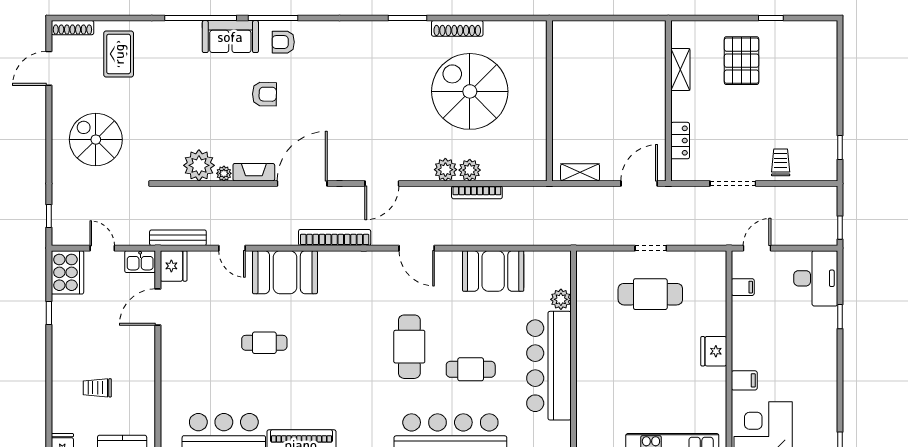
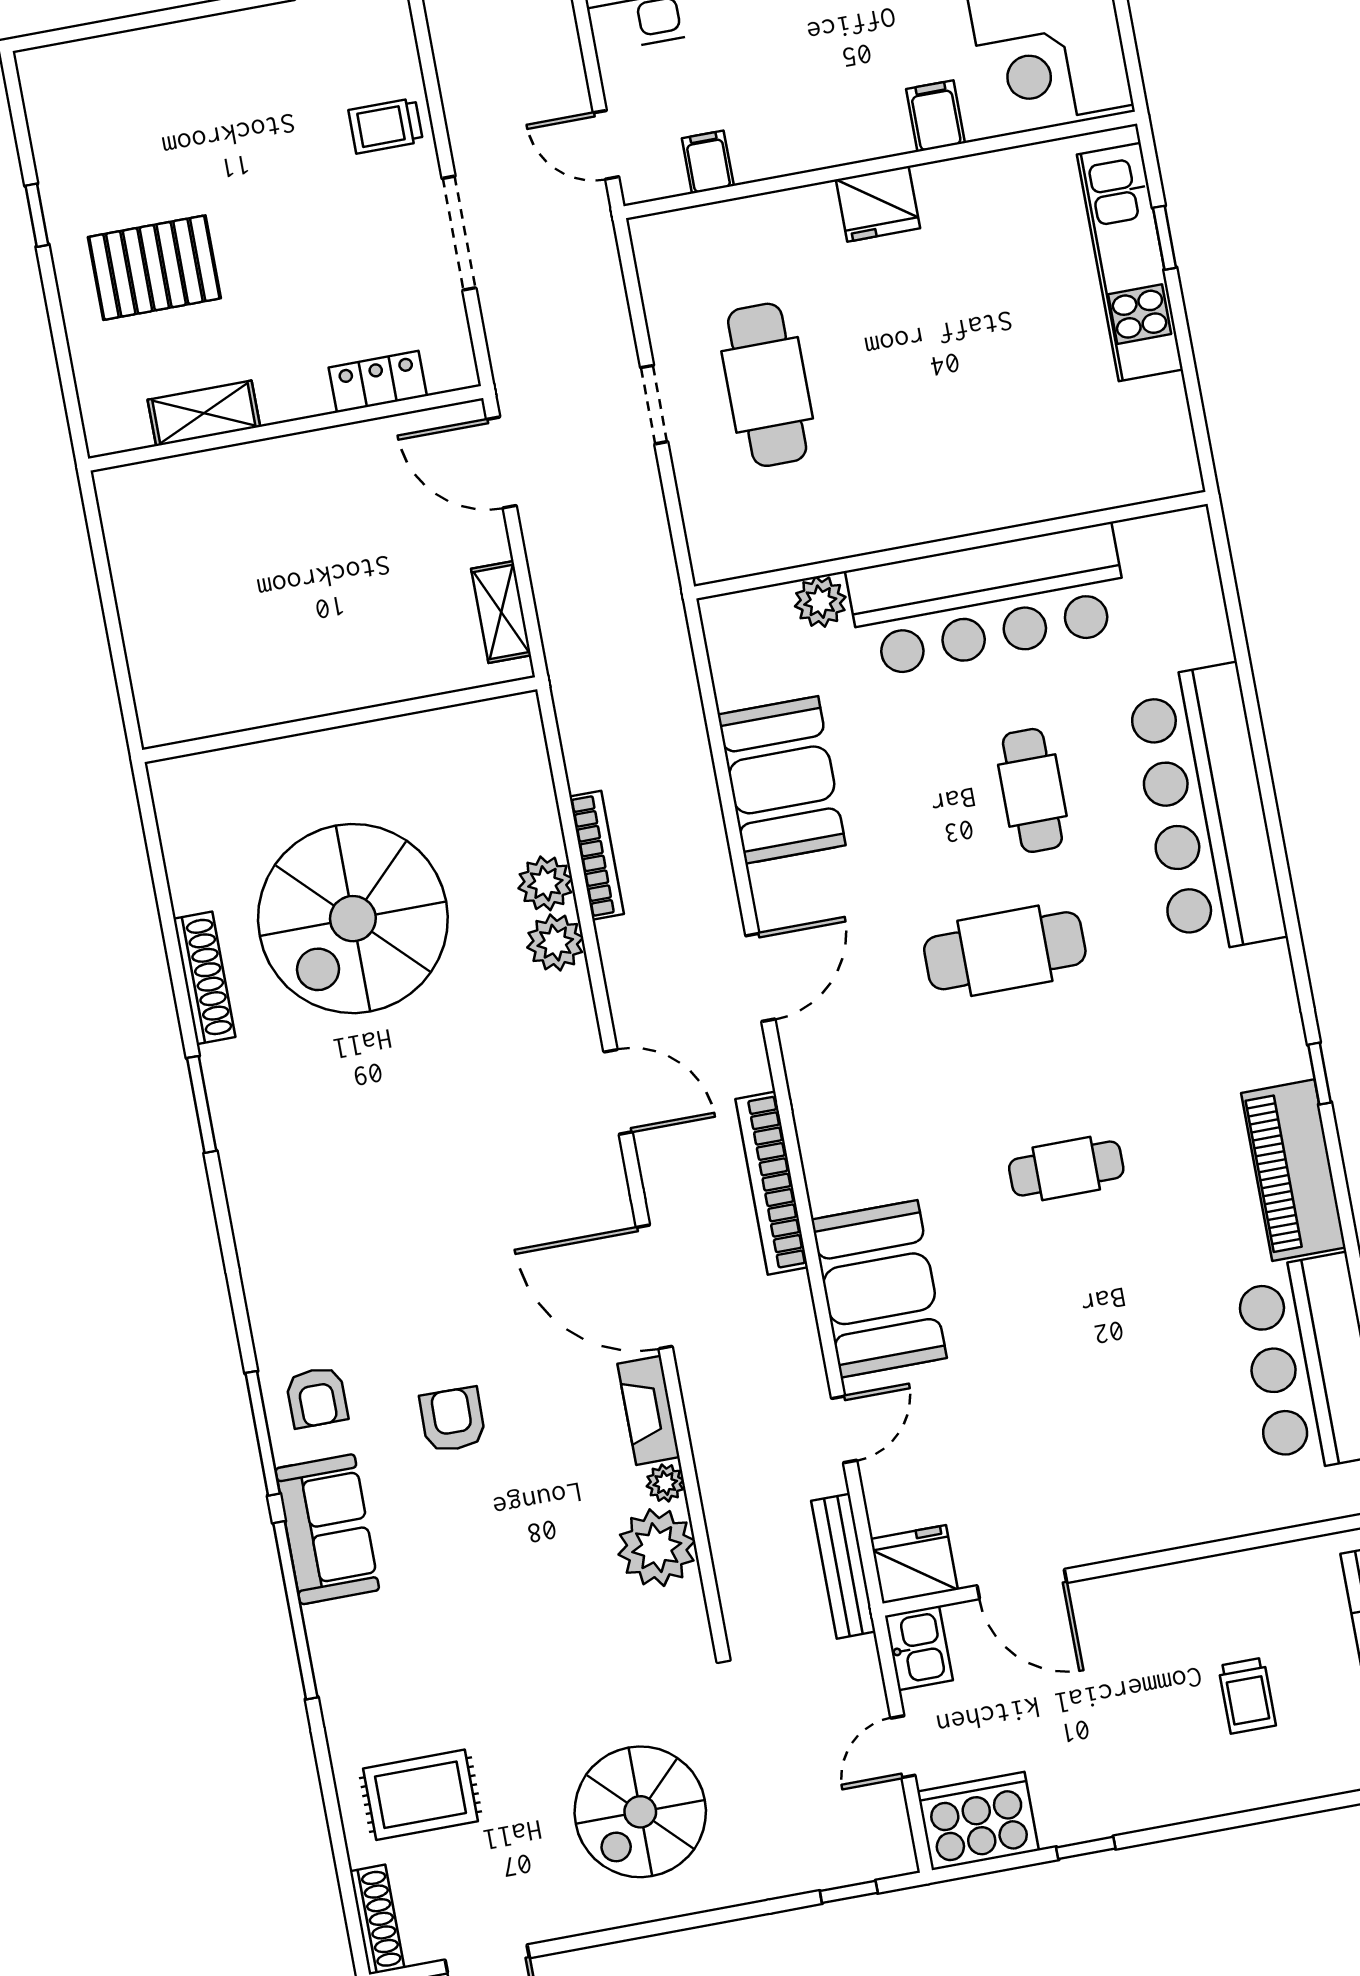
cafe table: (264, 343) -> (1066, 1168), moved, turned 90

